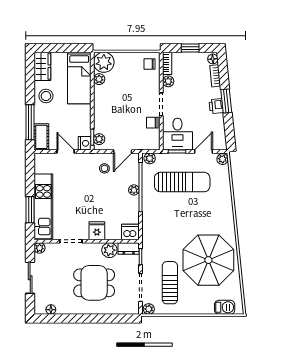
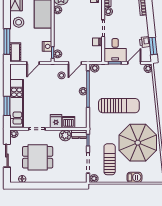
window: (226, 101) -> (153, 46), moved
printer: (216, 106) -> (145, 42), moved
nightstand: (85, 143) -> (47, 46), moved
door: (66, 151) -> (33, 63), swing flipped
sun lounger: (182, 182) -> (119, 106), moved
dishwasher: (130, 232) -> (69, 122), moved
dining table: (94, 283) -> (38, 157), moved
barbecue: (225, 307) -> (134, 177), moved

